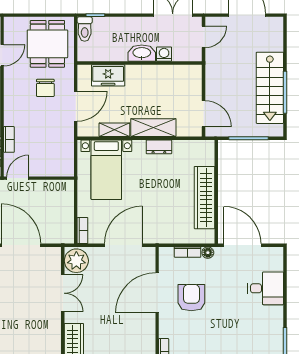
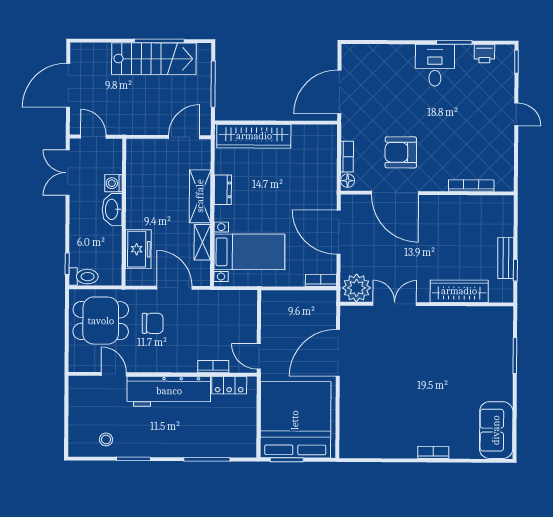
wardrobe: (204, 198) -> (254, 136), moved
floor lamp: (208, 253) -> (348, 181), moved
desk: (266, 288) -> (435, 65), moved

